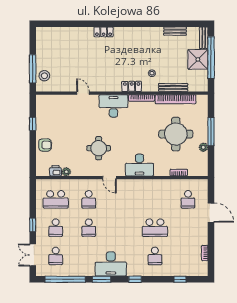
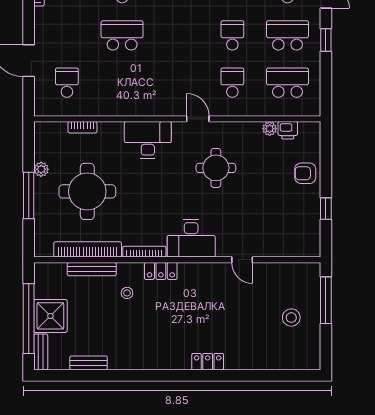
stool: (44, 76) -> (291, 318), moved
school desk: (56, 228) -> (287, 35), width x1.85

